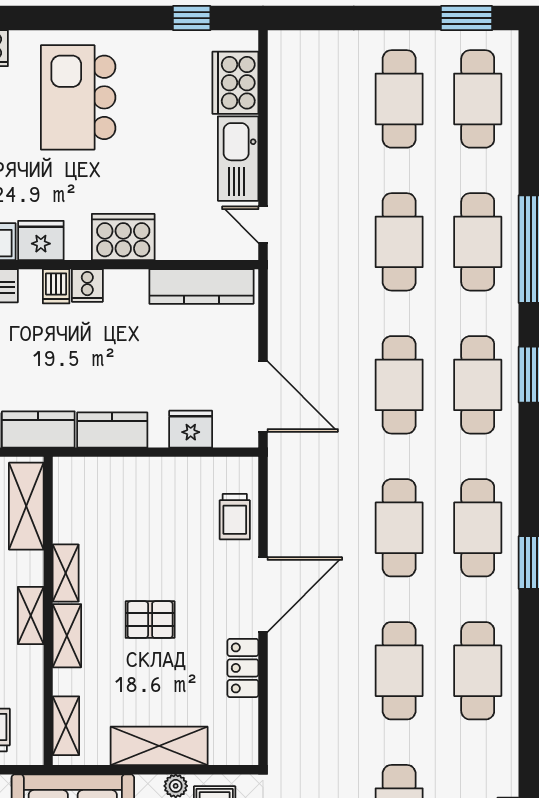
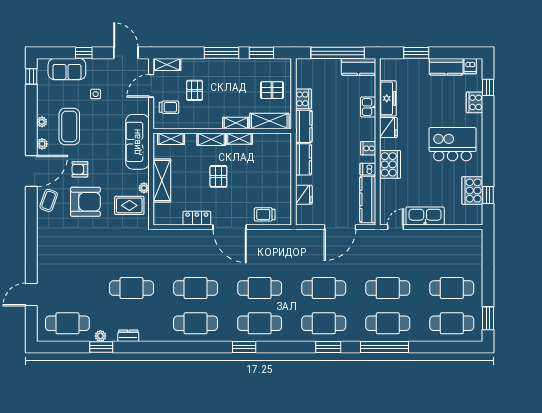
cooker: (235, 83) -> (472, 191), moved, turned -90
dishwasher: (56, 286) -> (368, 169), moved
door: (263, 397) -> (340, 227), moved
shelving: (31, 616) -> (236, 123), moved

